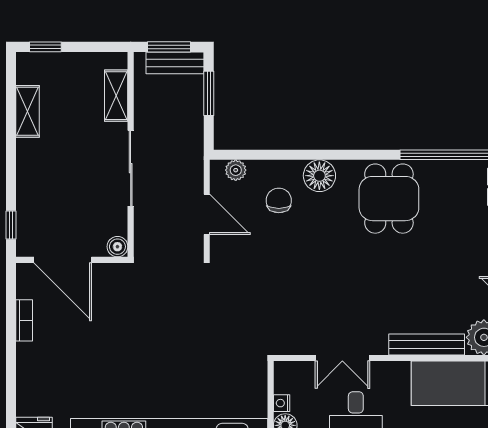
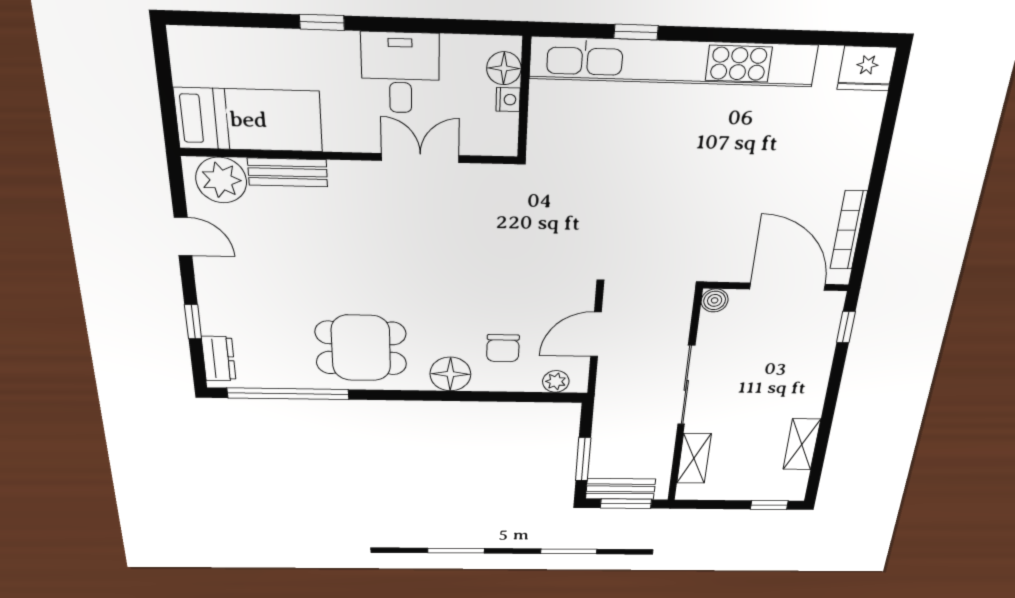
dining table: (389, 199) -> (361, 348), turned 90
door: (207, 214) -> (596, 334), hinge flipped
bookcase: (24, 320) -> (849, 230), width x1.56
bench: (427, 345) -> (288, 172), width x0.73

